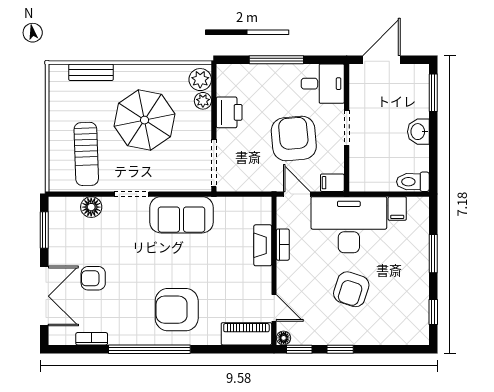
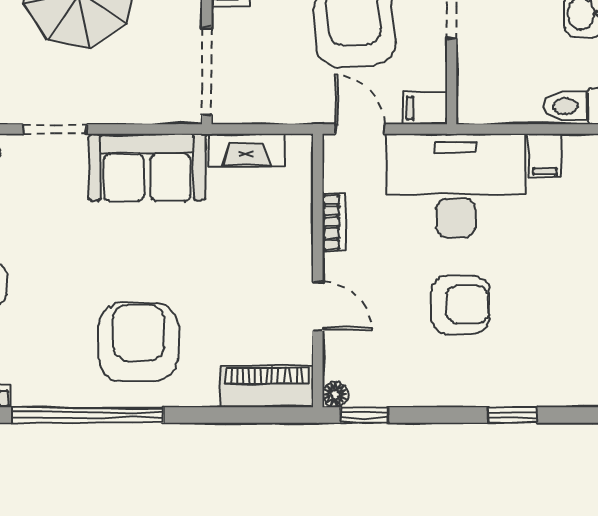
fireplace: (263, 245) -> (246, 150), moved, turned -90
armchair: (351, 289) -> (460, 305), turned -108
door: (274, 308) -> (318, 306), moved
armchair: (177, 310) -> (138, 342), turned 90
window: (340, 349) -> (512, 415), moved

